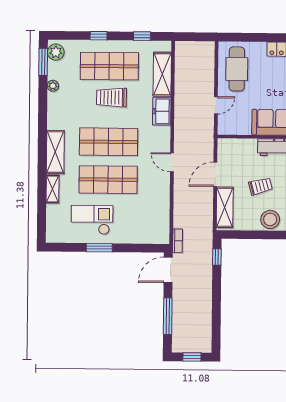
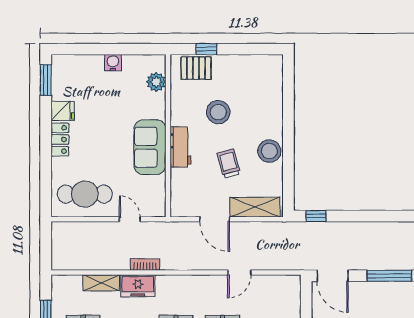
shelving: (162, 74) -> (101, 283), width x0.67, depth x0.75
door: (172, 162) -> (239, 273), moved
bookcase: (178, 241) -> (145, 265), moved

